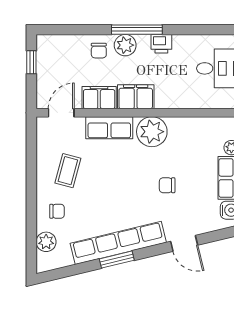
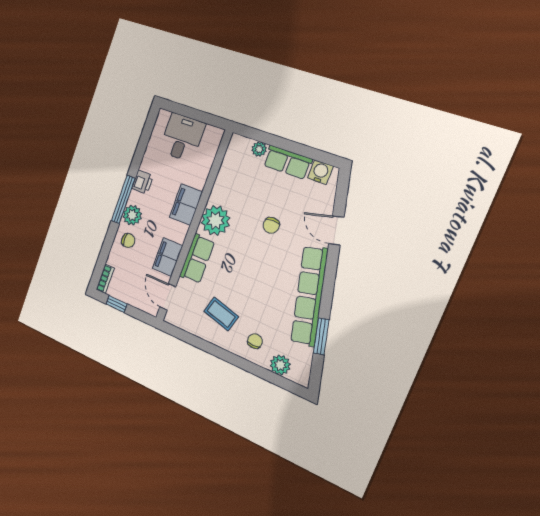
bookcase: (51, 40) -> (105, 279), added
filing cabinet: (136, 97) -> (186, 205), moved
door: (184, 243) -> (336, 230), swing flipped
window: (117, 260) -> (321, 336), moved

